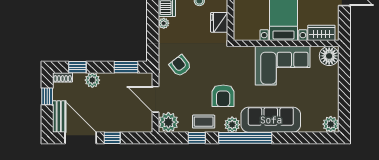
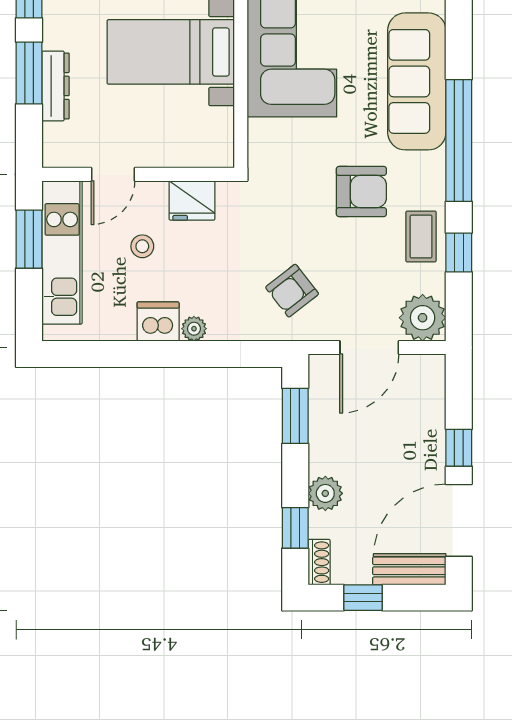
plant: (232, 125) -> (428, 171), removed

